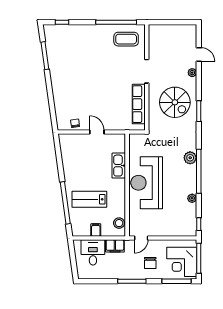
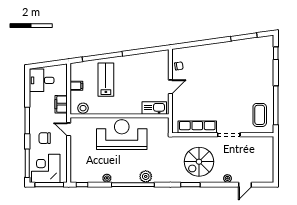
kitchen sink: (119, 166) -> (154, 108), moved
desk: (93, 252) -> (42, 80), moved, turned 180

